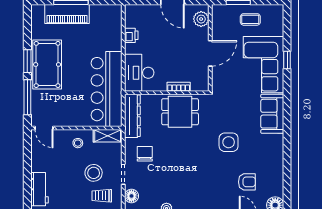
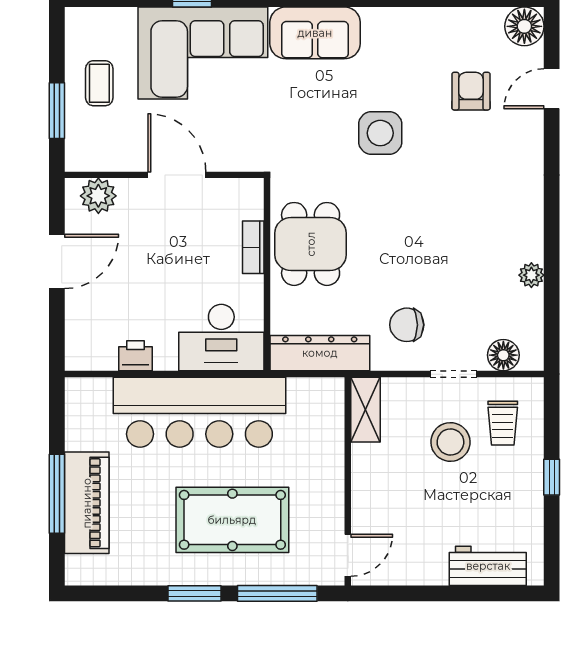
pool table: (47, 64) -> (232, 520), moved
bar counter: (107, 89) -> (199, 412), moved
stool: (78, 143) -> (382, 478), removed

